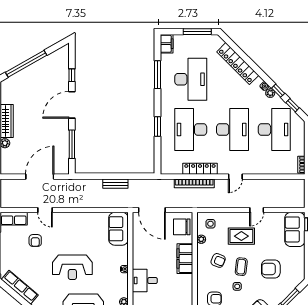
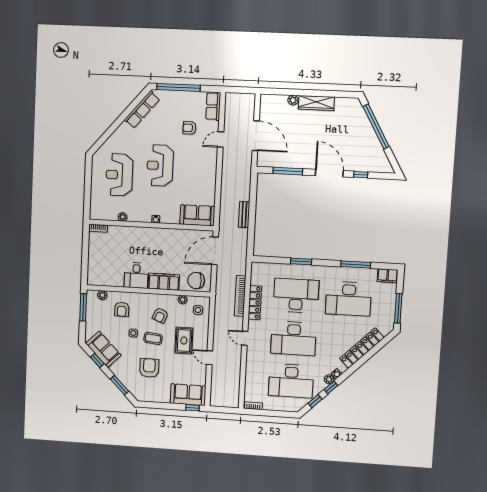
chair: (182, 227) -> (196, 281), turned -90
desk: (145, 281) -> (136, 275), moved, turned 180

